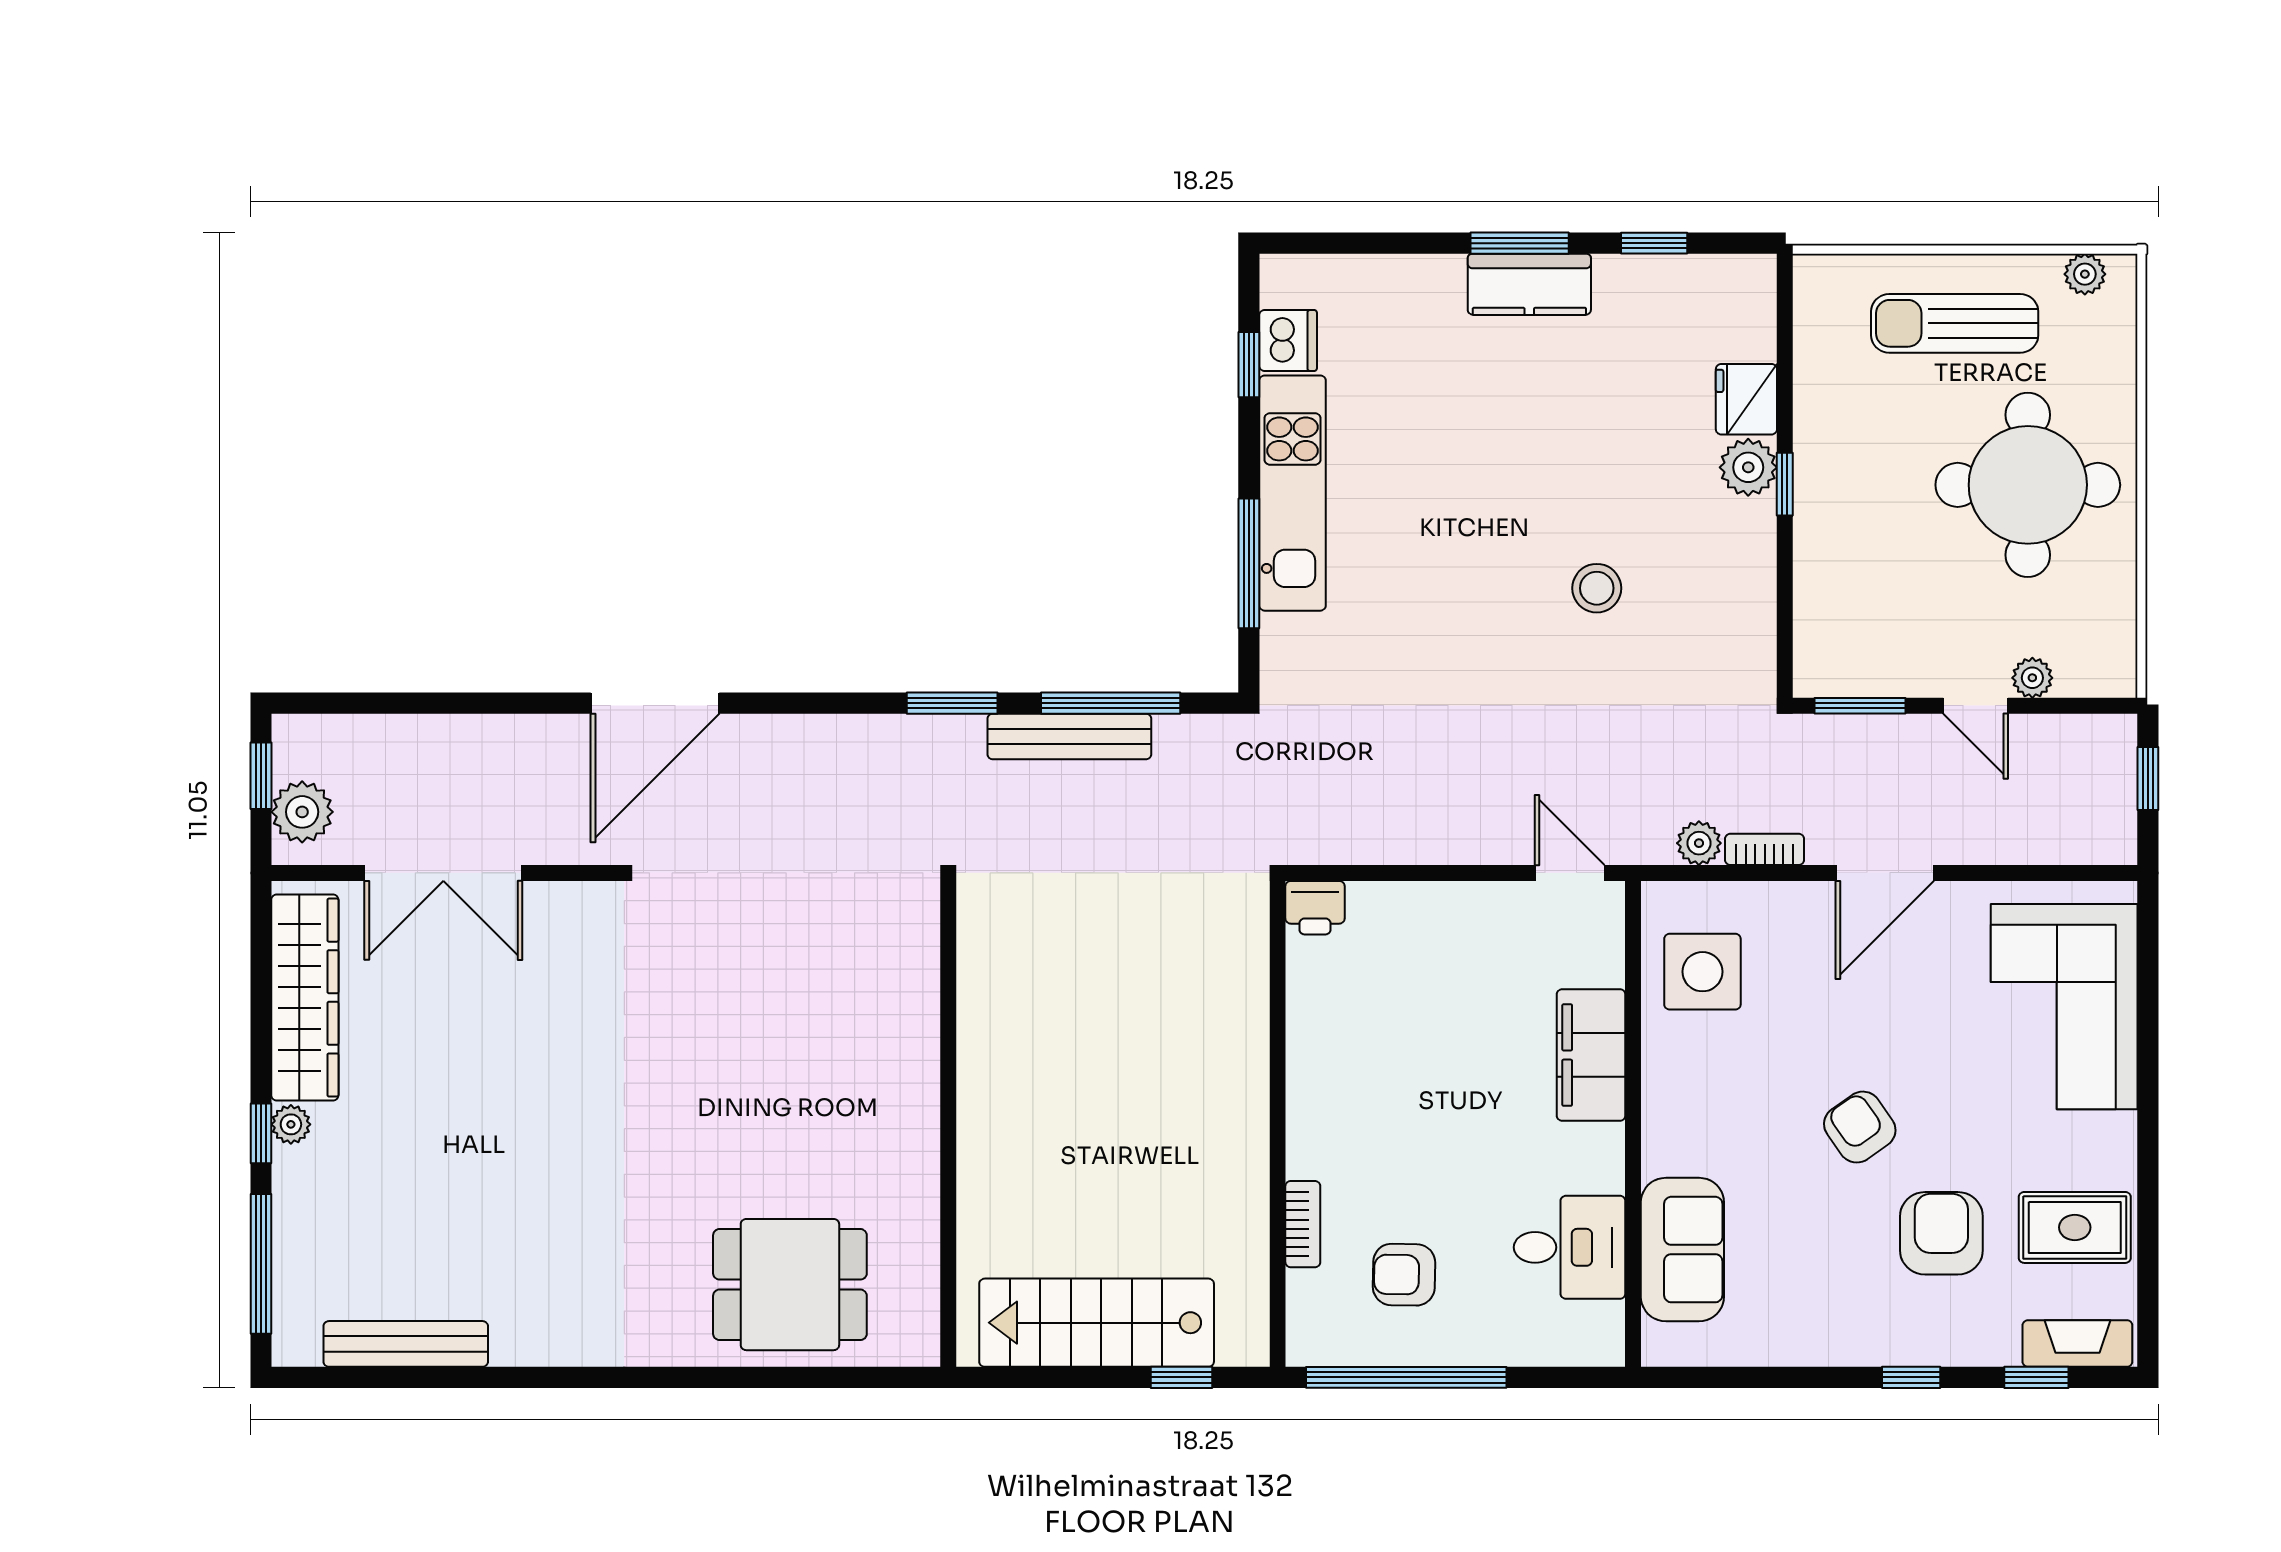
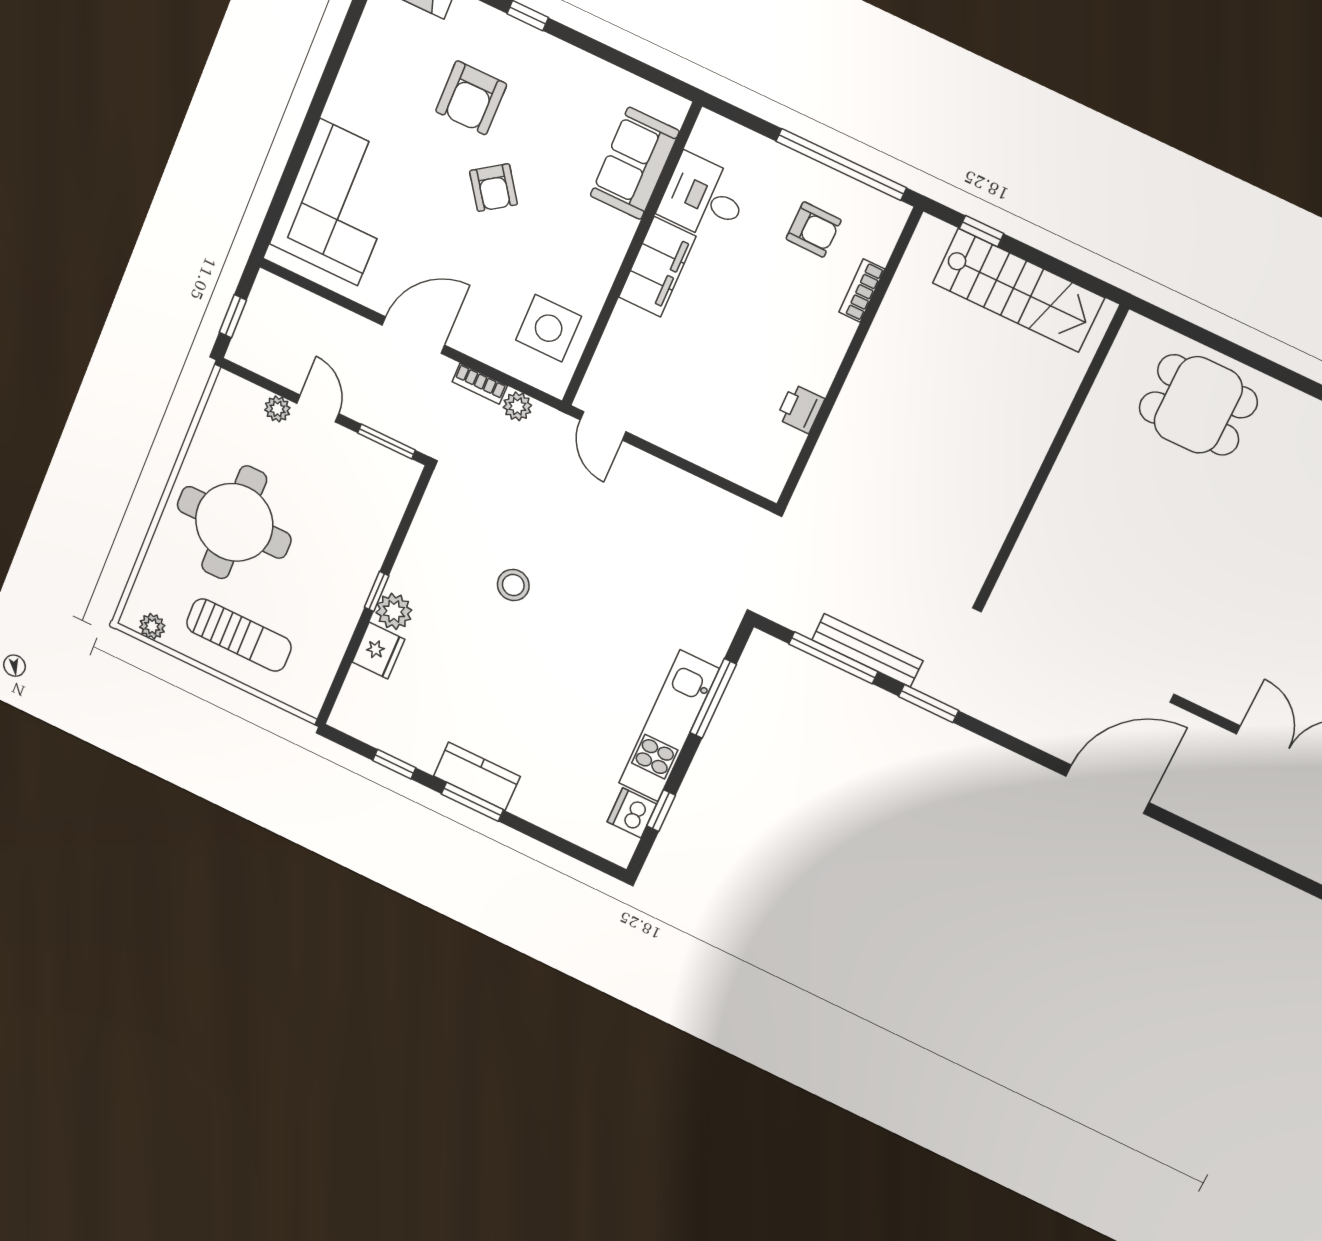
printer: (1315, 908) -> (800, 409), moved, turned -90
filing cabinet: (1591, 1055) -> (657, 267), moved
rug: (2075, 1227) -> (388, 63), removed

